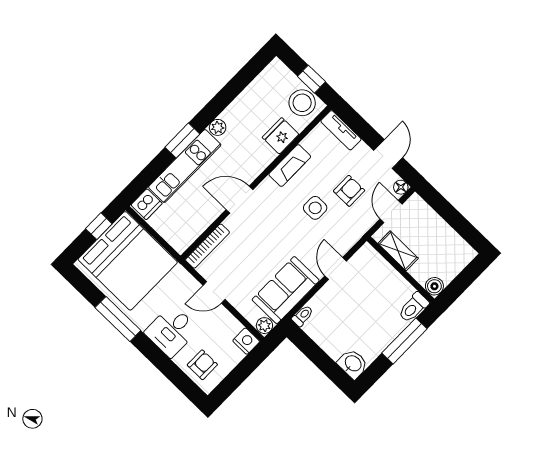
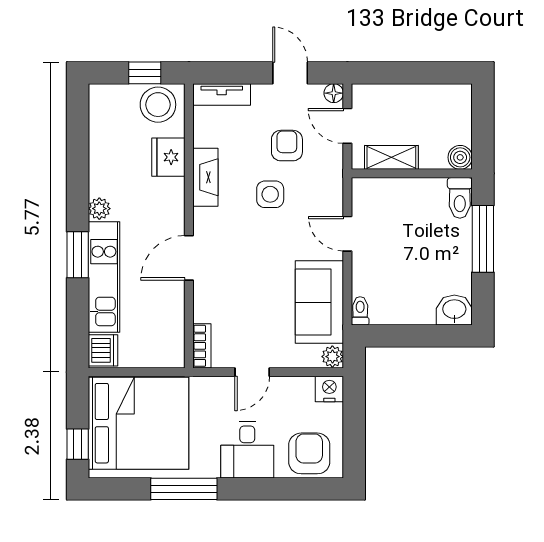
window: (99, 226) -> (78, 444), moved
bookcase: (207, 246) -> (202, 346), width x0.64
armchair: (202, 365) -> (309, 453), width x1.38, depth x1.38

